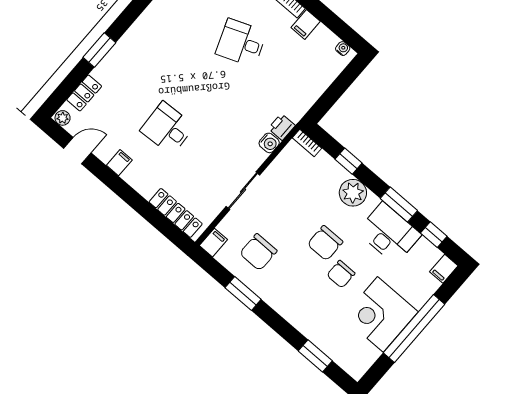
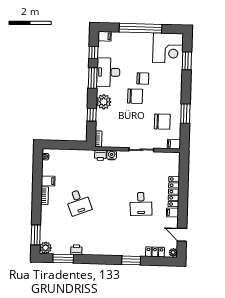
locker: (176, 213) -> (174, 192), moved
corner desk: (380, 314) -> (168, 48), moved

